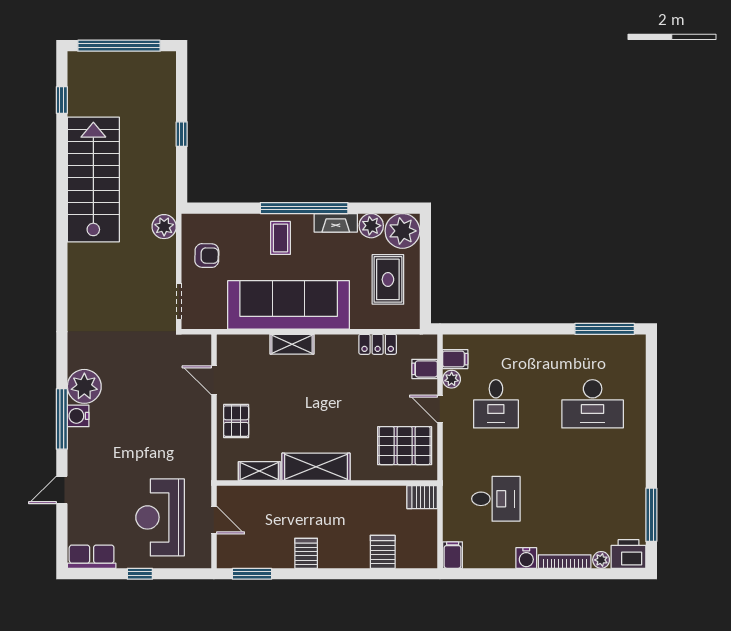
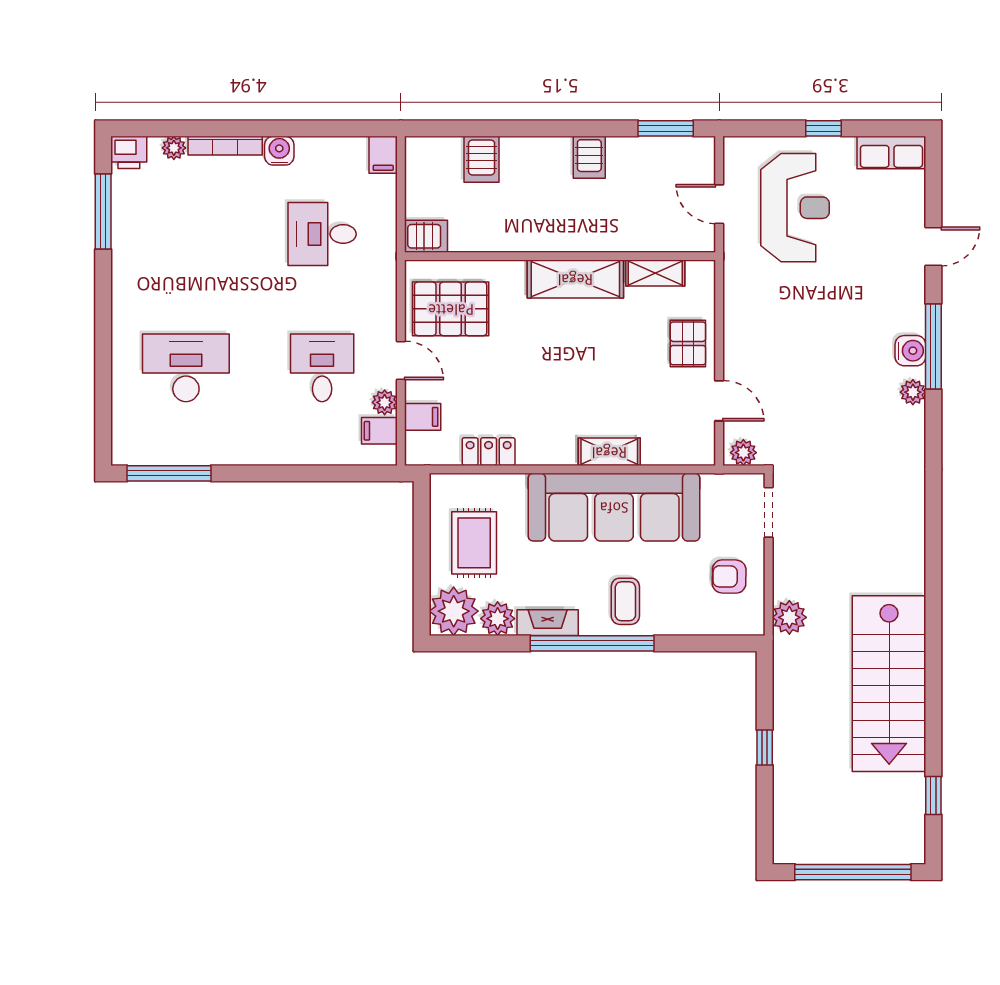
plant: (197, 344) -> (743, 453), added
plant: (84, 386) -> (913, 392), width x0.53, depth x0.53
printer: (629, 554) -> (129, 152), width x0.73, depth x0.81

